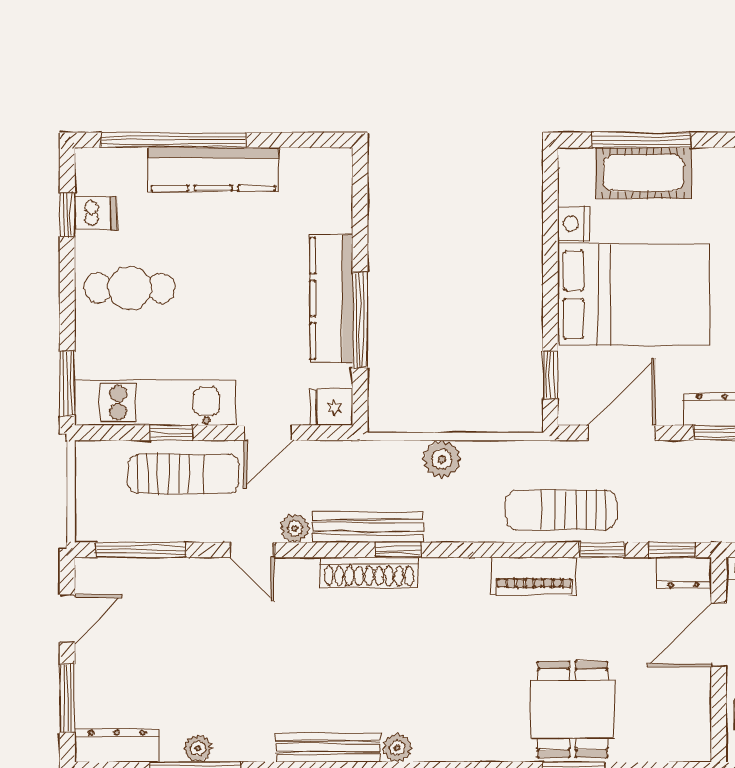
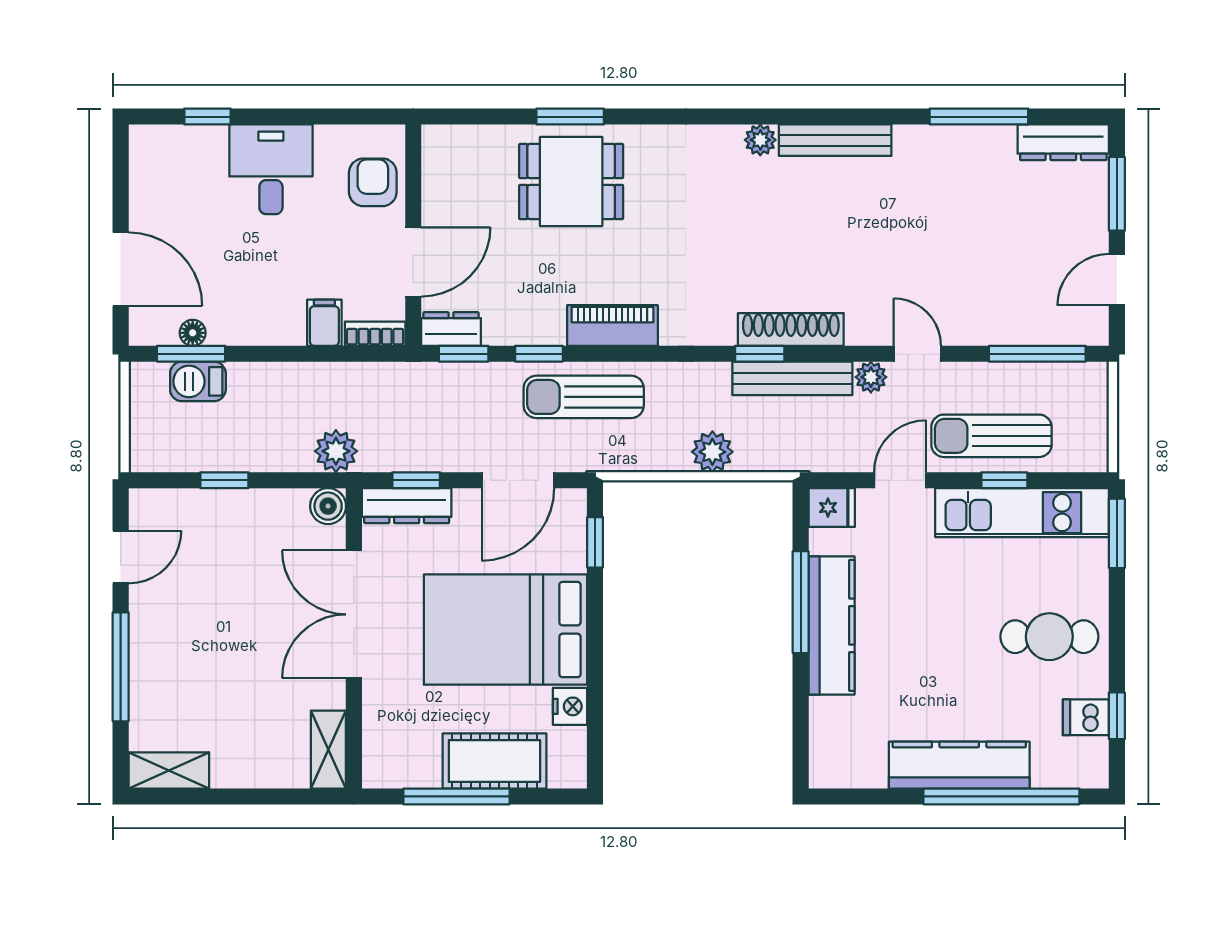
window: (641, 140) -> (456, 796), moved
sun lounger: (561, 510) -> (584, 397), turned 180
dining table: (572, 709) -> (571, 181), turned 90
plant: (198, 748) -> (976, 139), removed

